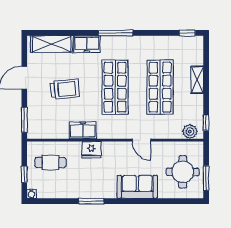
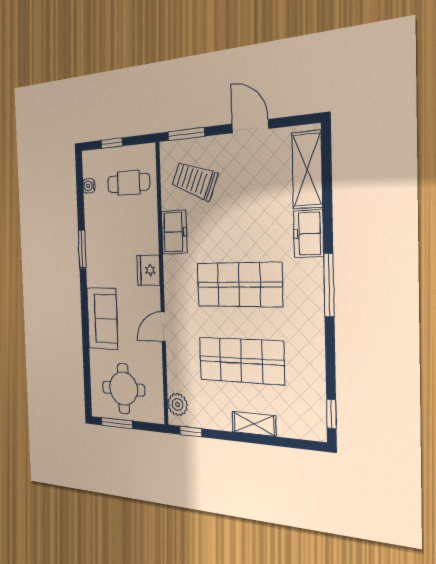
trolley: (65, 89) -> (194, 181), moved, turned 117
fridge: (91, 150) -> (148, 270), moved
cafe table: (50, 162) -> (129, 183), turned 90
water cooler: (32, 194) -> (89, 186), moved

